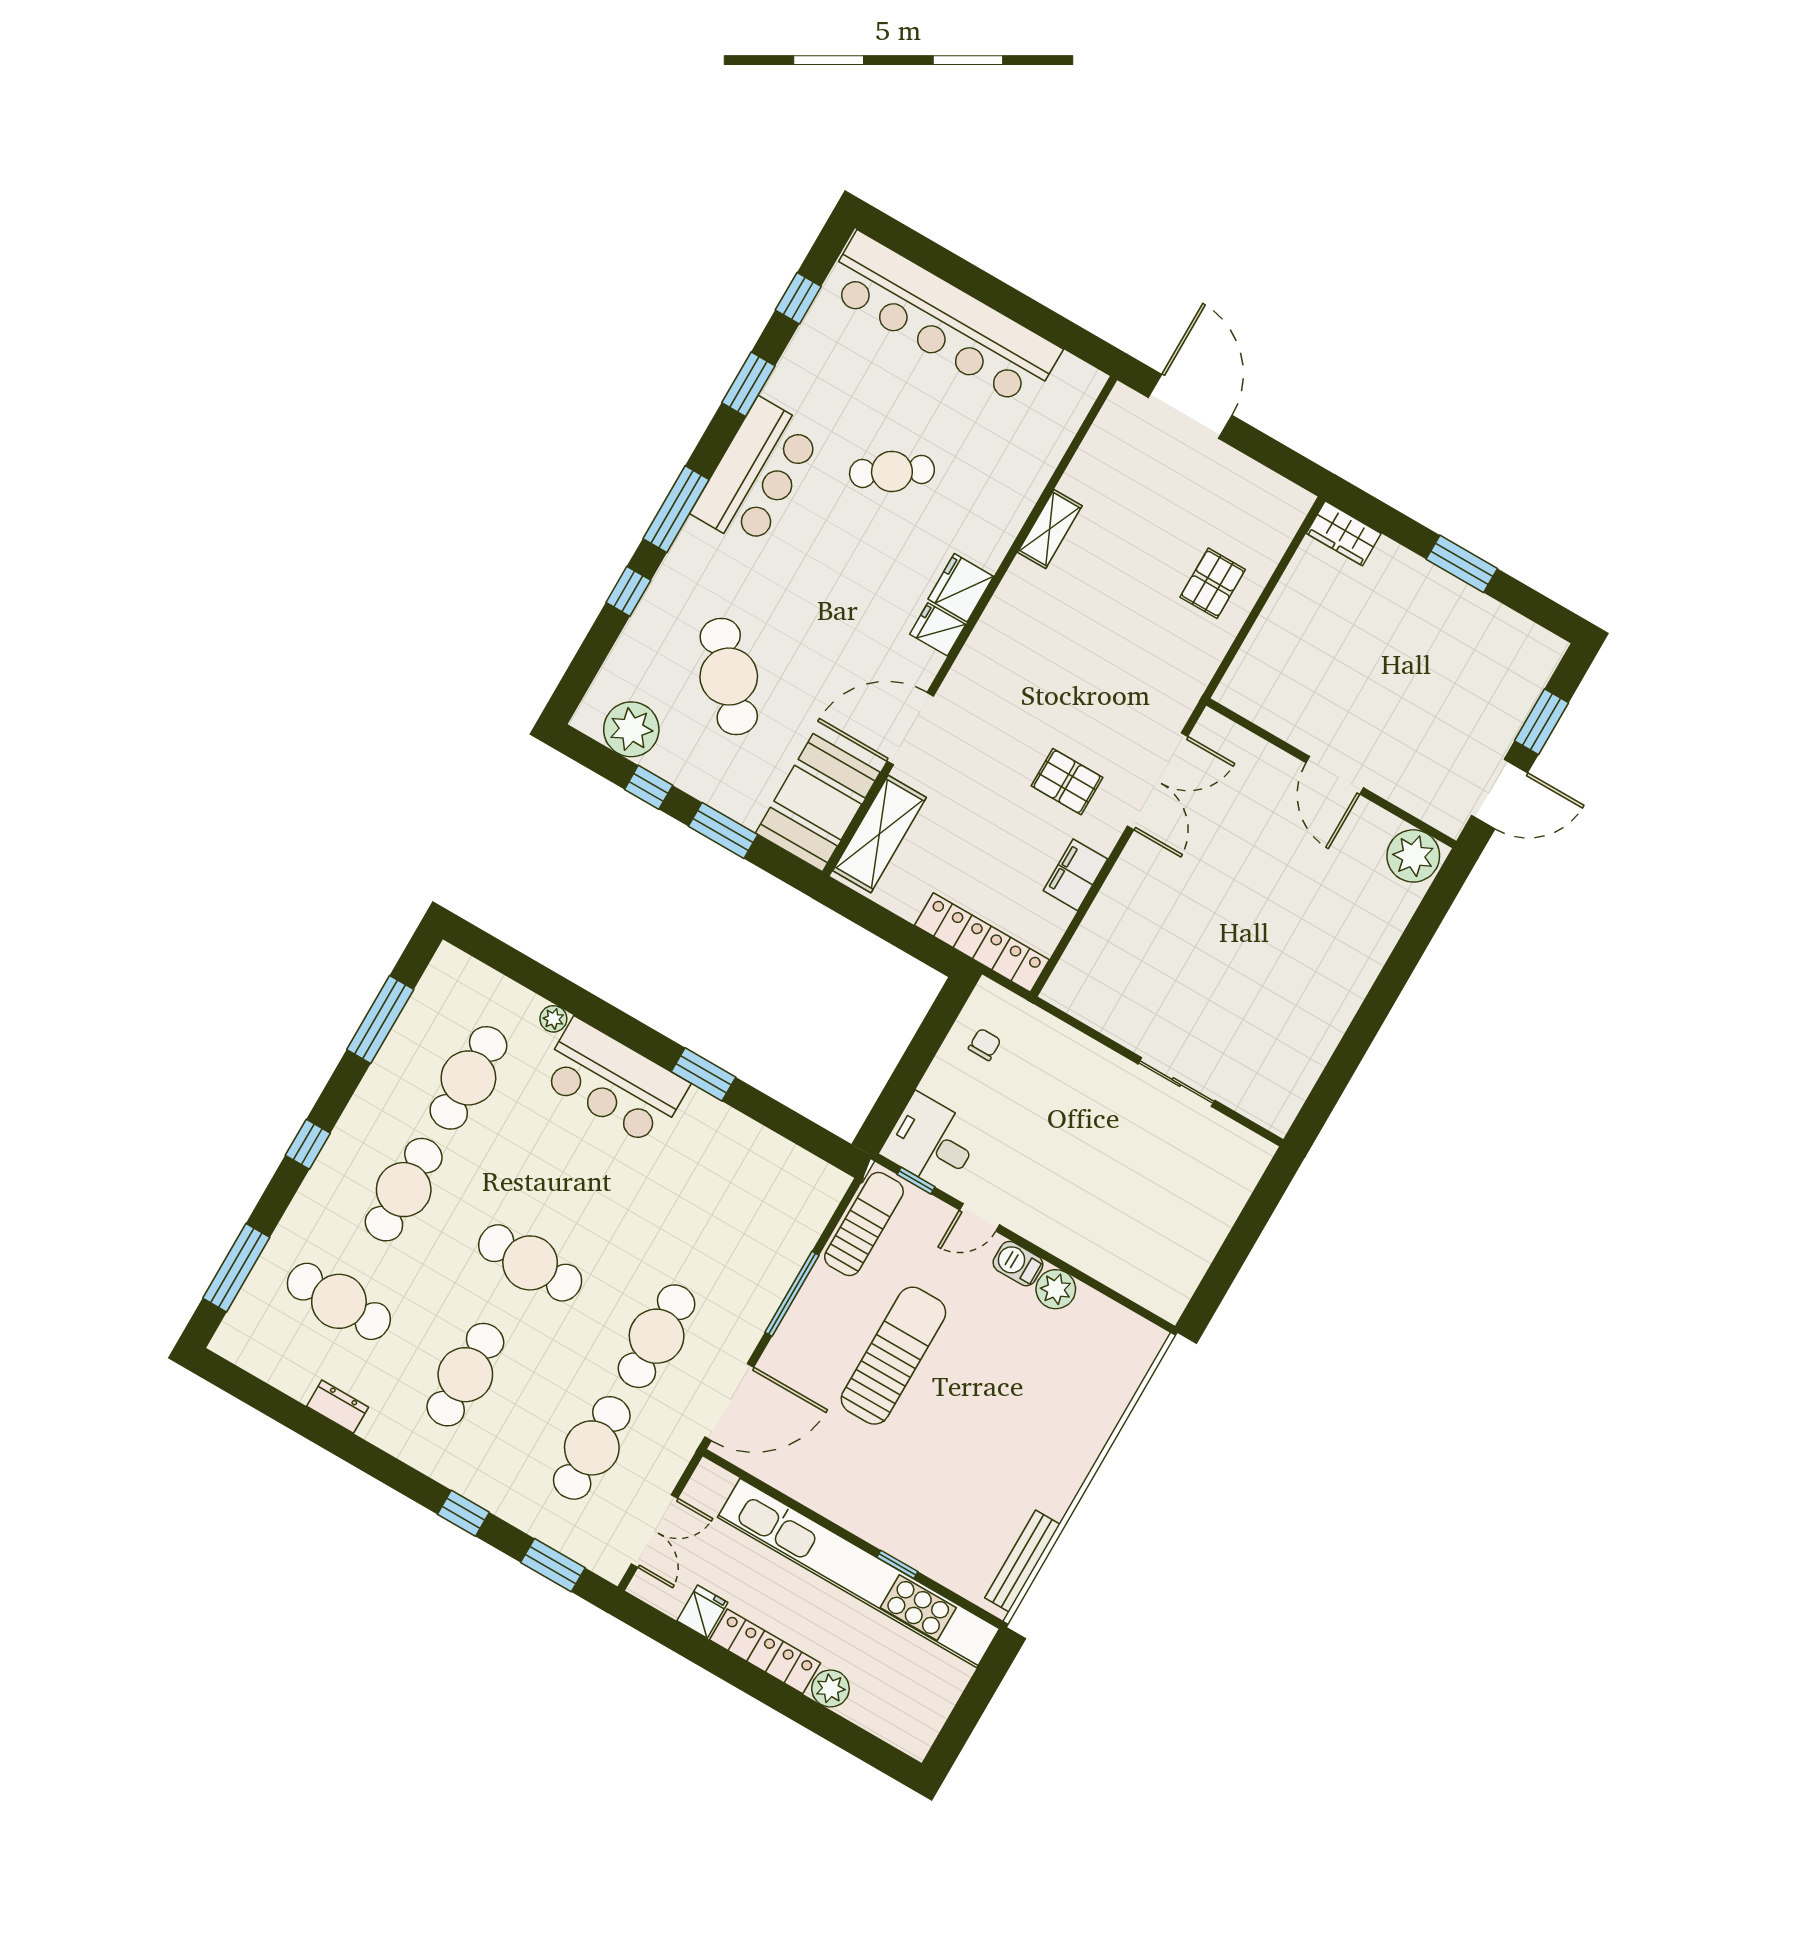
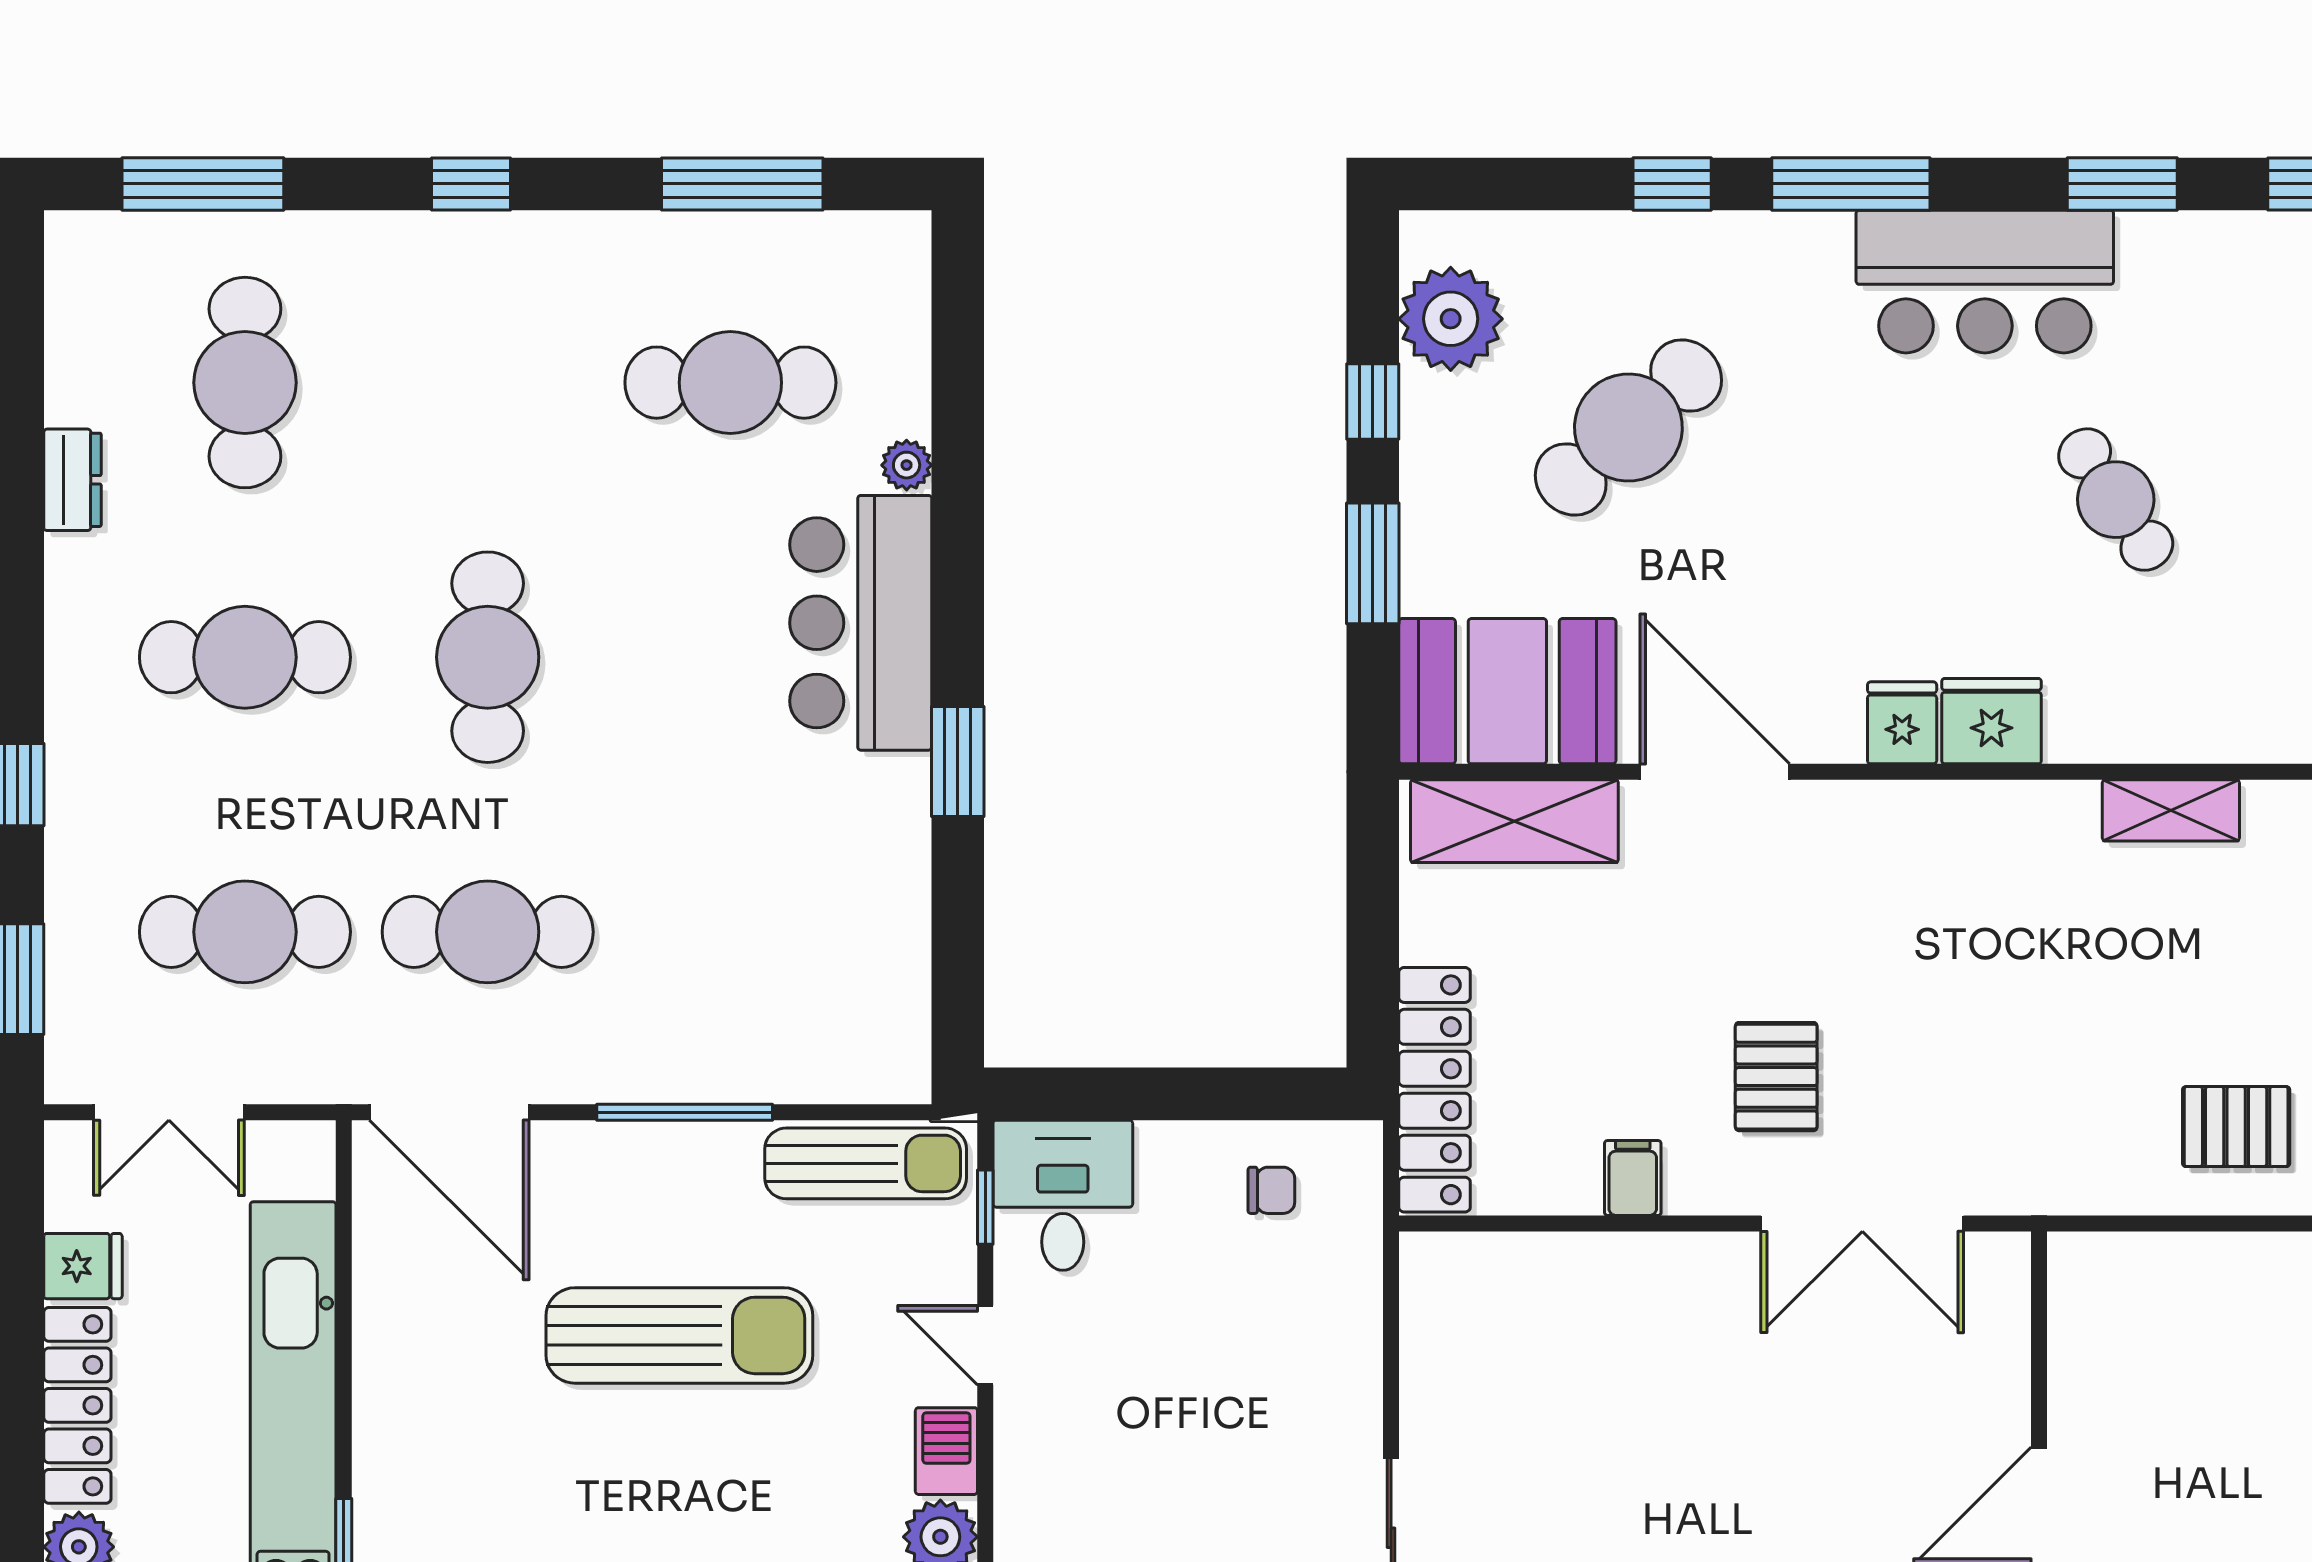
filing cabinet: (1075, 875) -> (1633, 1178), width x0.50
cafe table: (404, 1190) -> (488, 383), removed

